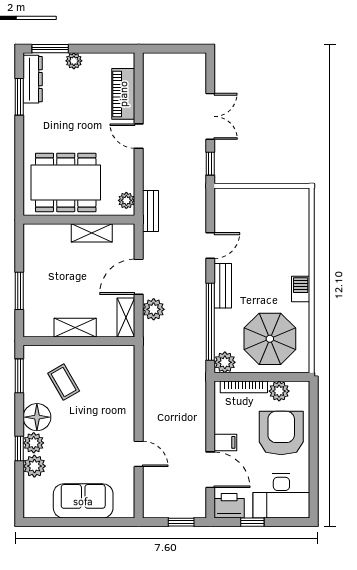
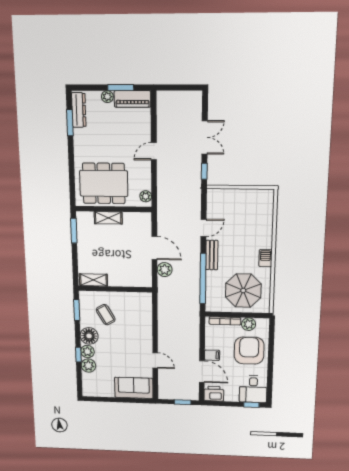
window: (50, 49) -> (121, 88), moved
piano: (123, 94) -> (132, 99), moved, turned -90
door: (139, 136) -> (154, 151), hinge flipped
bench: (150, 211) -> (162, 204), removed
shelving: (92, 233) -> (108, 218), moved
door: (139, 277) -> (154, 248), swing flipped
window: (19, 291) -> (74, 231), moved
shelving: (126, 317) -> (146, 275), removed
shelving: (75, 328) -> (93, 280), moved
plant: (225, 362) -> (212, 305), removed
desk: (281, 496) -> (253, 389), width x0.73
sofa: (83, 501) -> (134, 388), moved
window: (252, 522) -> (251, 405), moved

